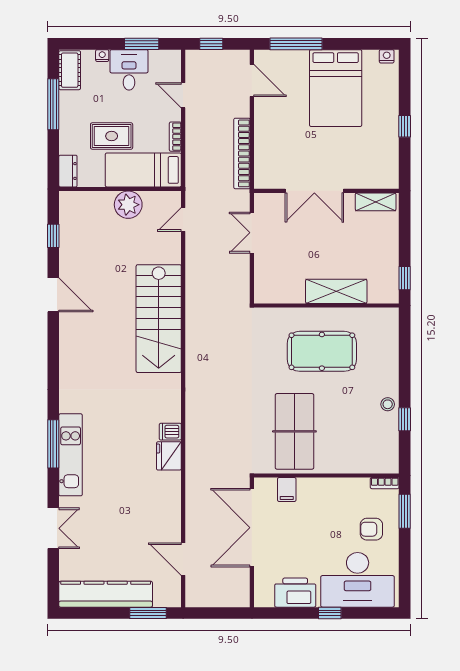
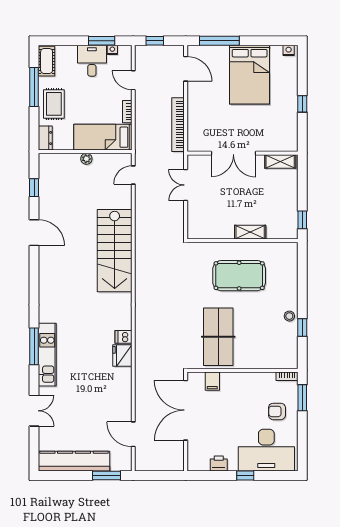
nightstand: (102, 56) -> (112, 50), moved
rug: (112, 136) -> (54, 104), moved, turned 90
plant: (128, 205) -> (86, 159), width x0.53, depth x0.53
shelving: (336, 291) -> (250, 232), width x0.67, depth x0.75
printer: (295, 593) -> (219, 463), width x0.53, depth x0.68

